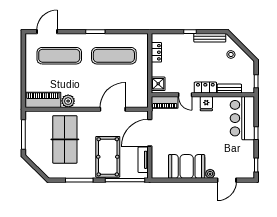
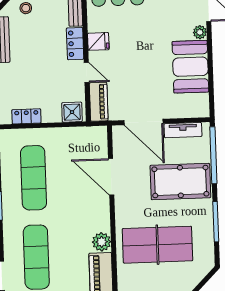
door: (185, 95) -> (87, 72), hinge flipped

